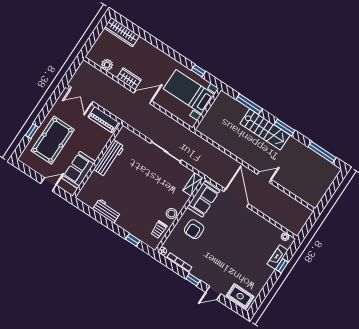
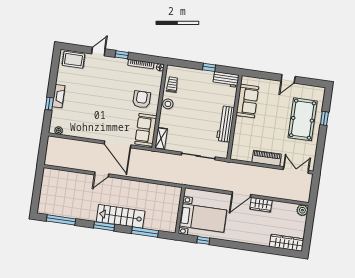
plant: (107, 65) -> (302, 210), moved
workbench: (109, 158) -> (226, 124), moved
wall: (98, 161) -> (234, 117), moved
sofa: (79, 170) -> (247, 101), moved
window: (133, 240) -> (209, 67), moved
fireplace: (278, 257) -> (59, 96), moved

